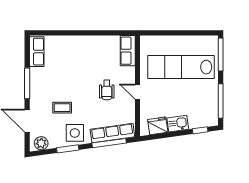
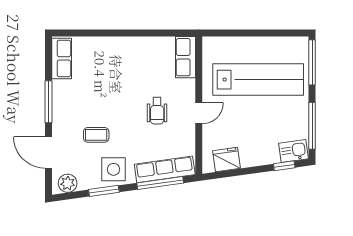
lab bench: (181, 67) -> (258, 80), turned 180
door: (137, 92) -> (199, 113), swing flipped
kitchen sink: (178, 124) -> (293, 151), moved

